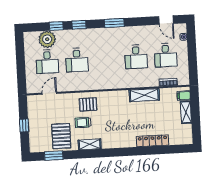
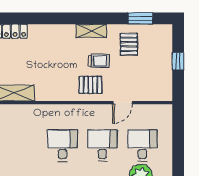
desk: (136, 57) -> (63, 145), moved
door: (49, 93) -> (123, 103), moved
pallet: (61, 136) -> (129, 44), width x0.67, depth x0.71

